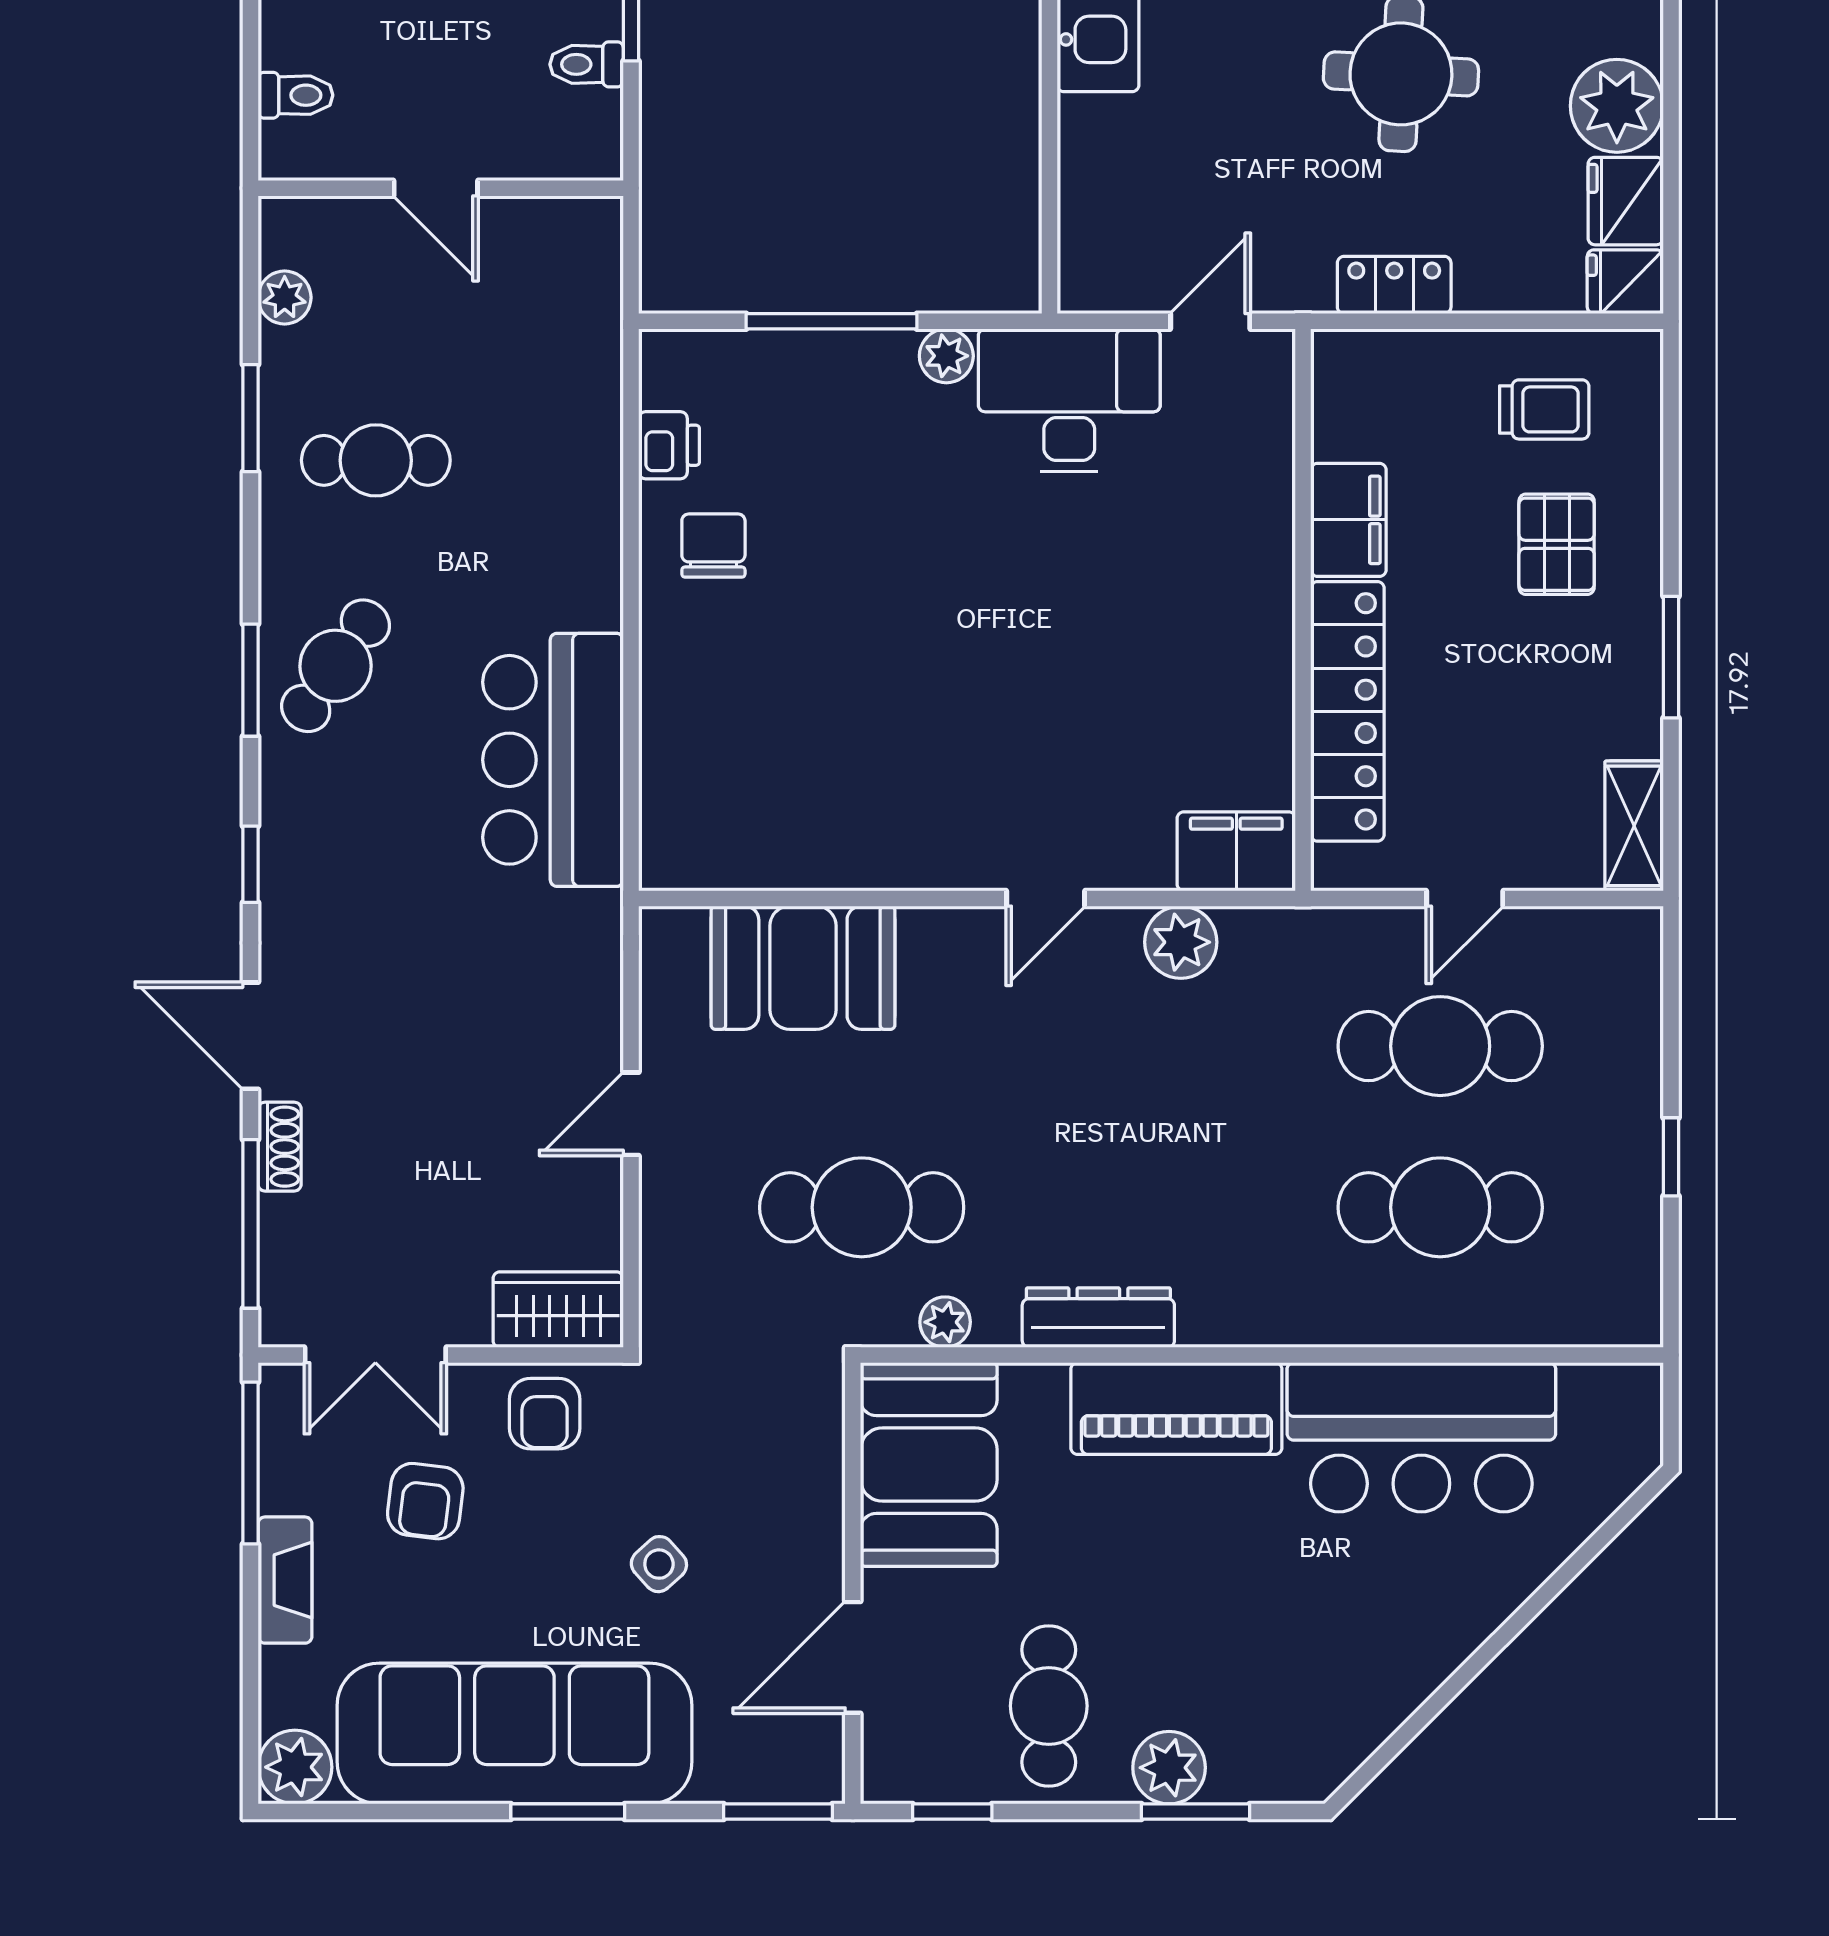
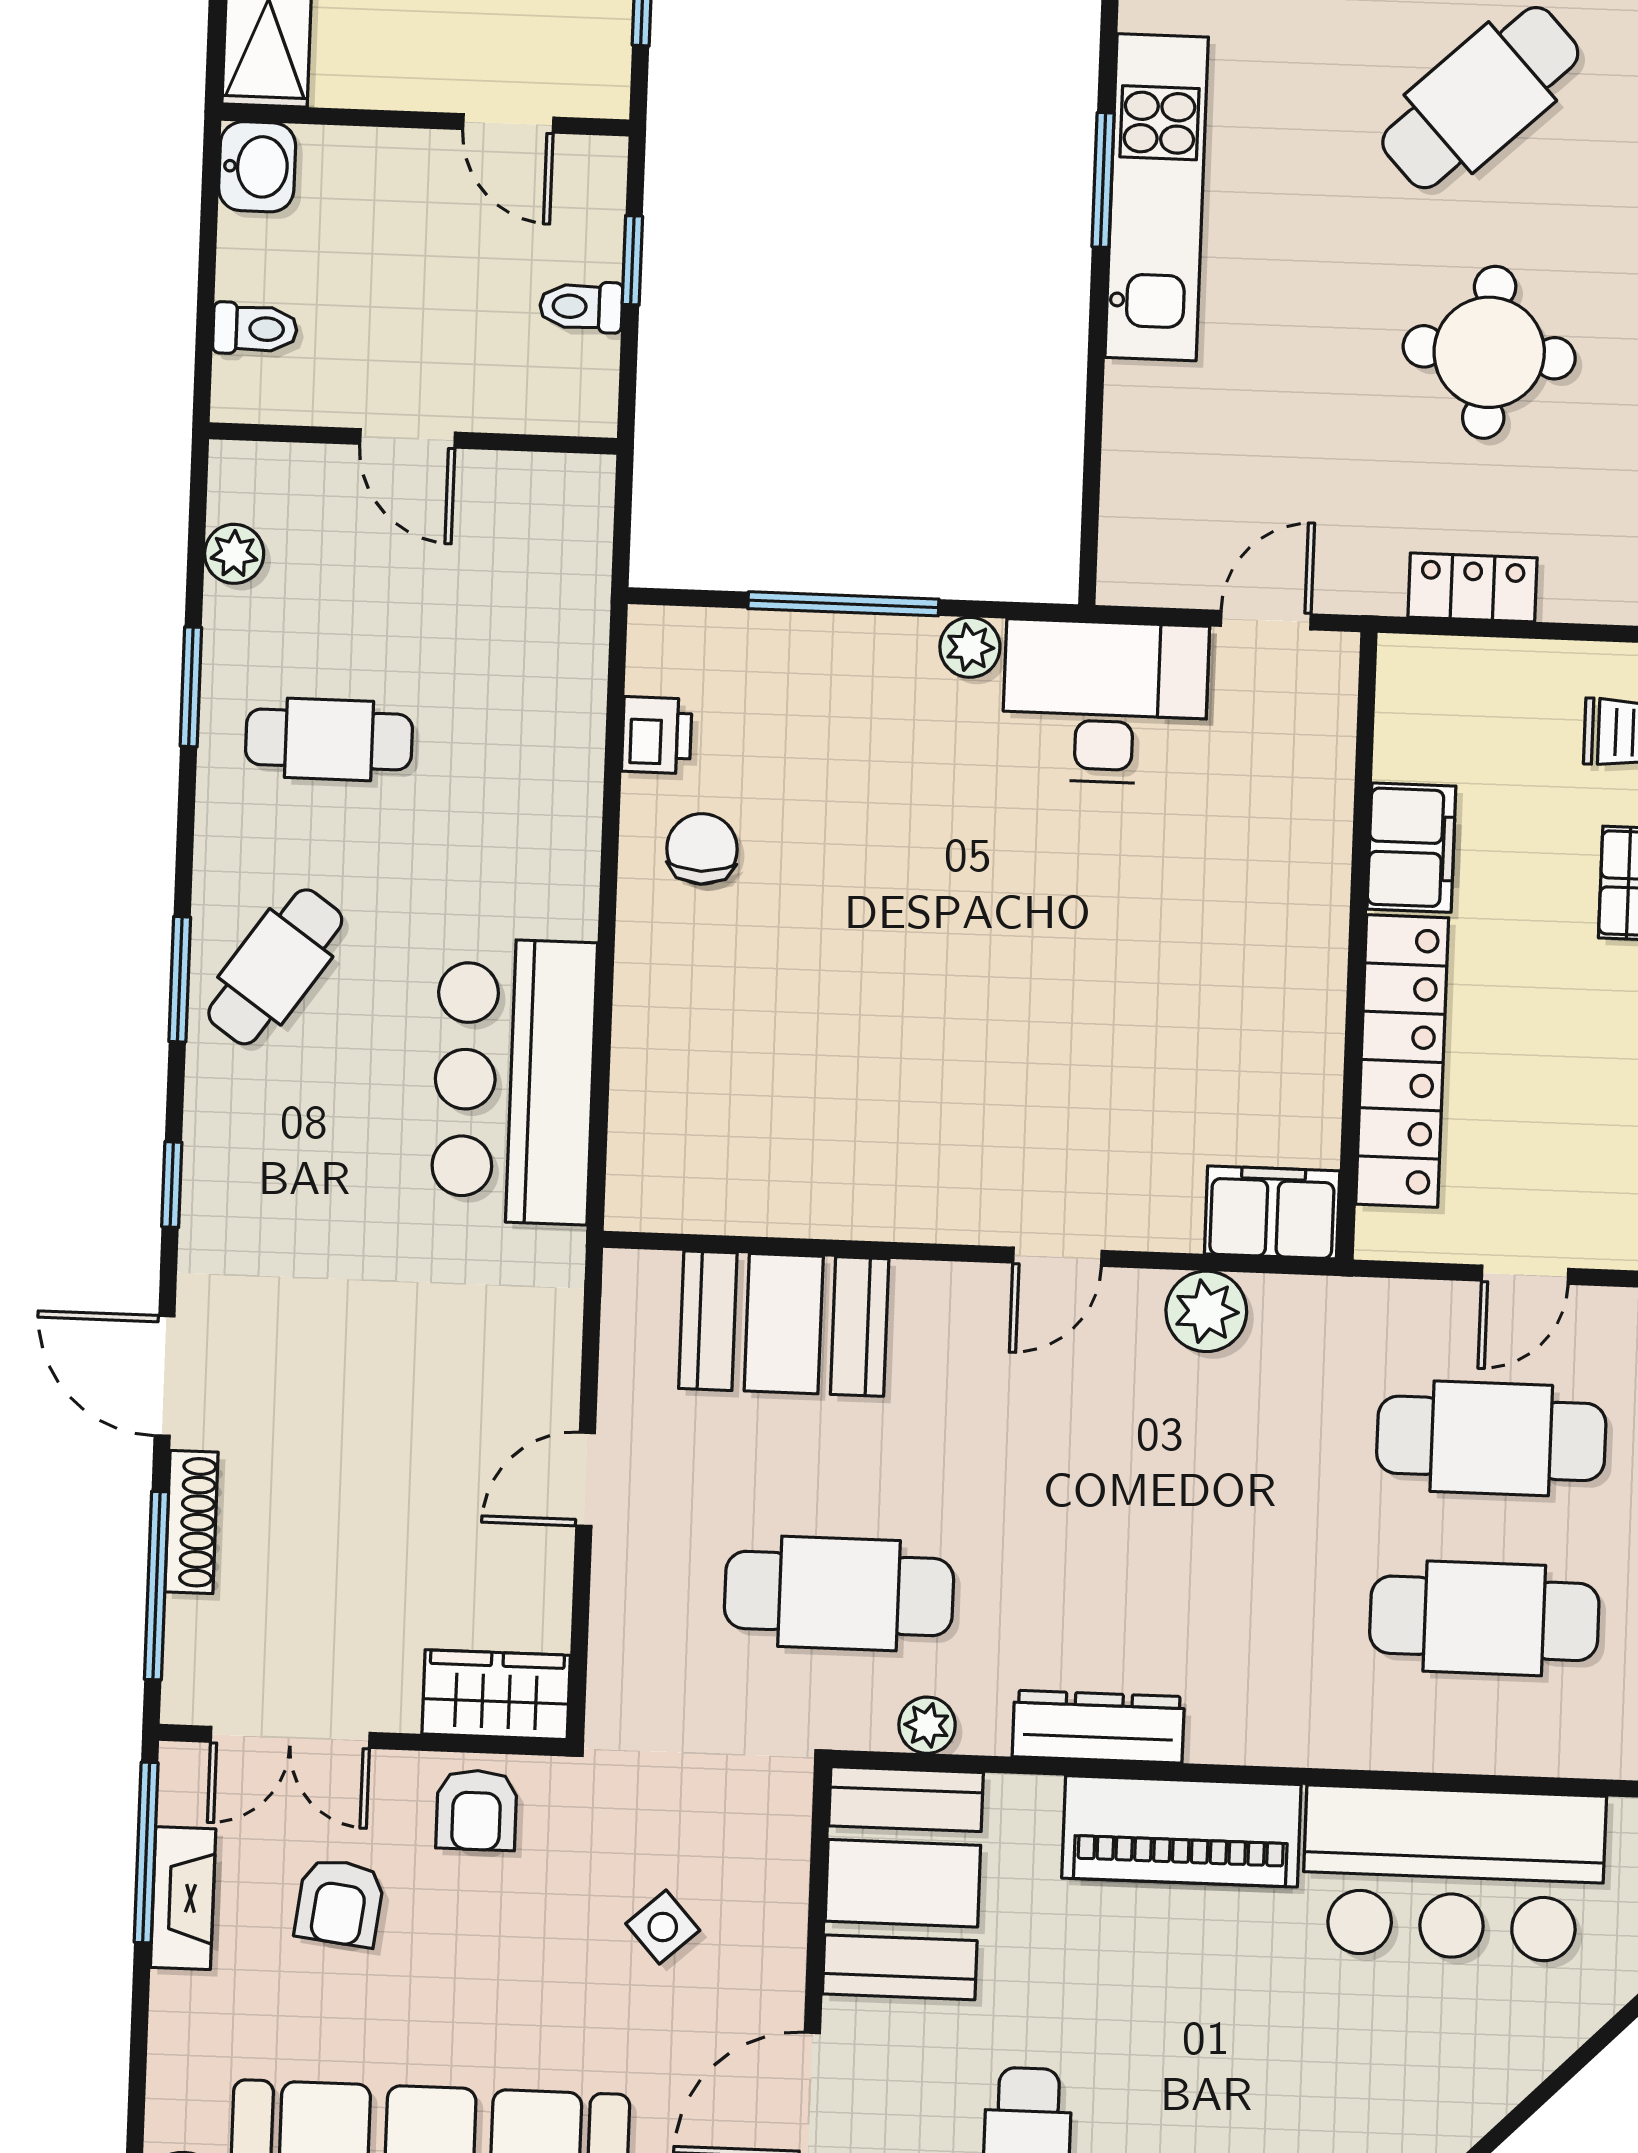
shoe rack: (280, 1147) -> (191, 1522), width x1.43
side table: (659, 1564) -> (663, 1927), moved
fireplace: (285, 1580) -> (183, 1898), moved

